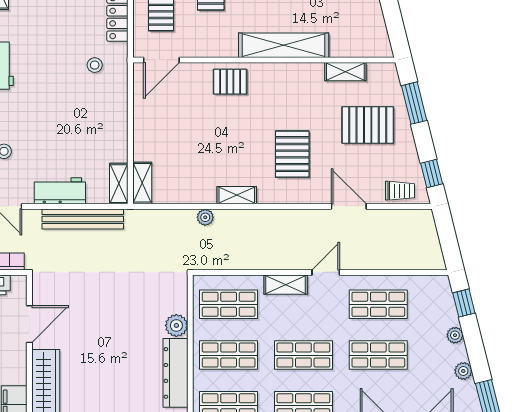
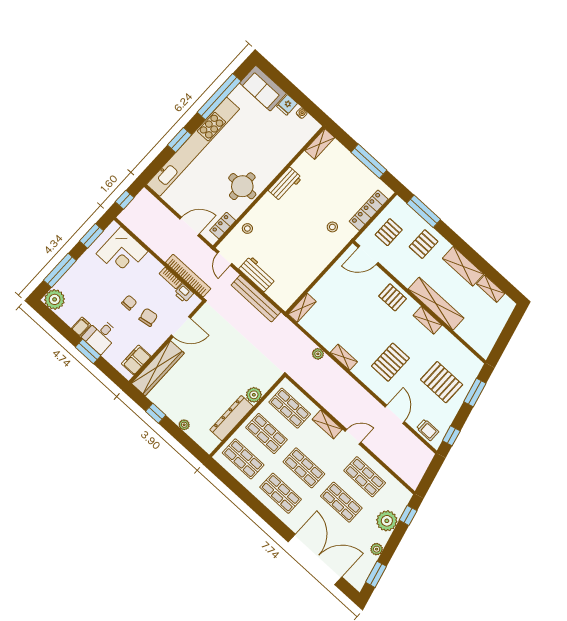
shelving: (345, 72) -> (427, 320), moved
shelving: (119, 184) -> (290, 297), removed
plant: (455, 335) -> (387, 521), width x1.88, depth x1.88

